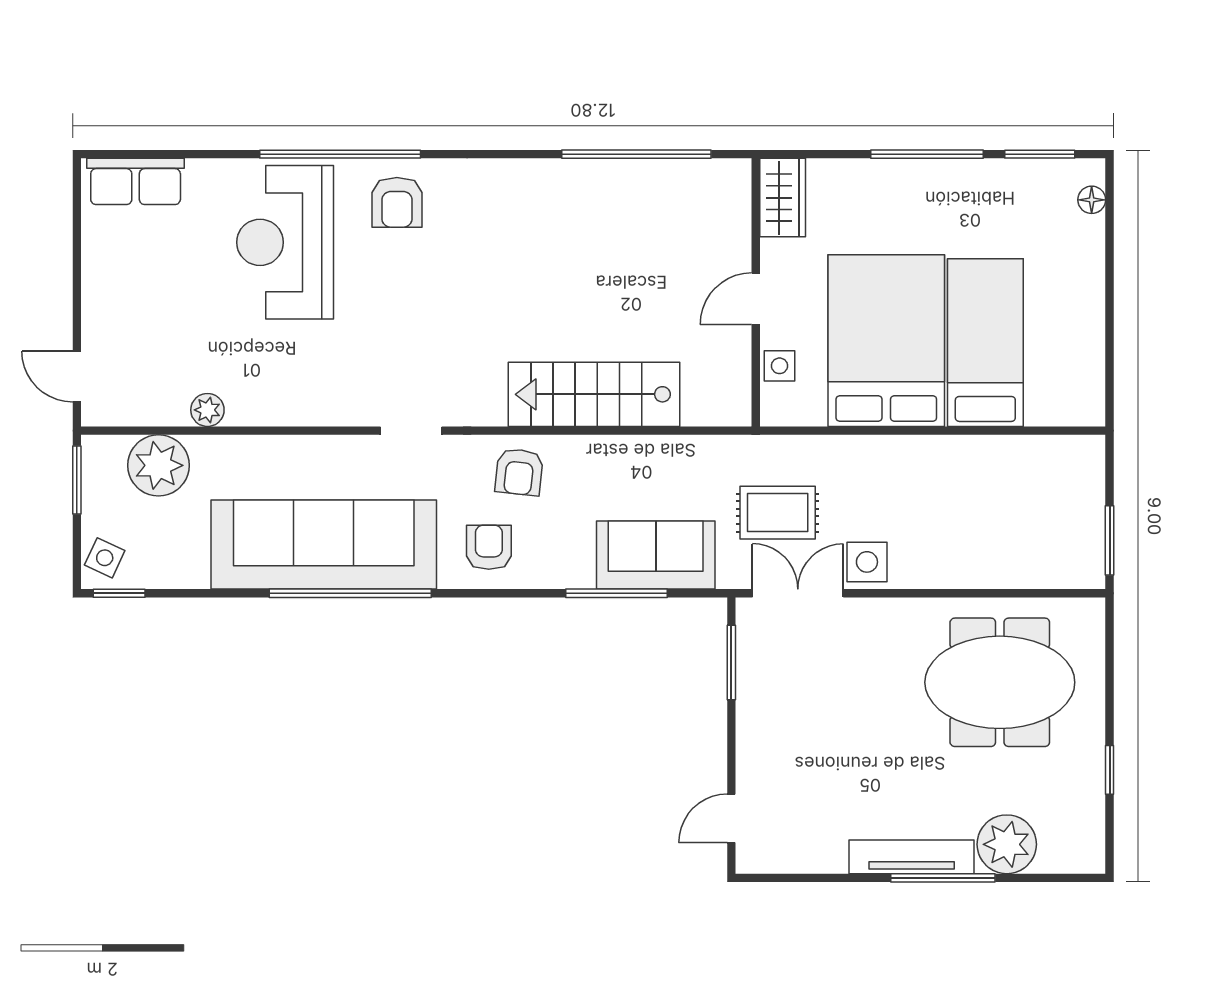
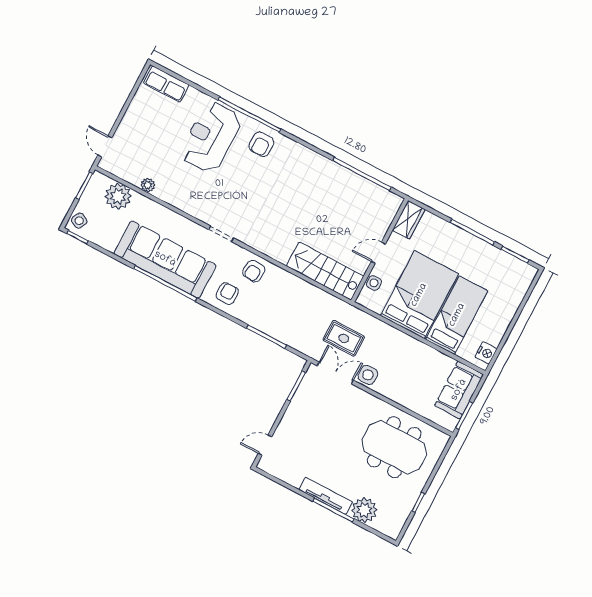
floor lamp: (1092, 200) -> (526, 282), removed
nightstand: (1087, 388) -> (486, 353), added
stairs: (594, 394) -> (325, 271), moved
sofa: (656, 555) -> (459, 390), moved, turned -90

